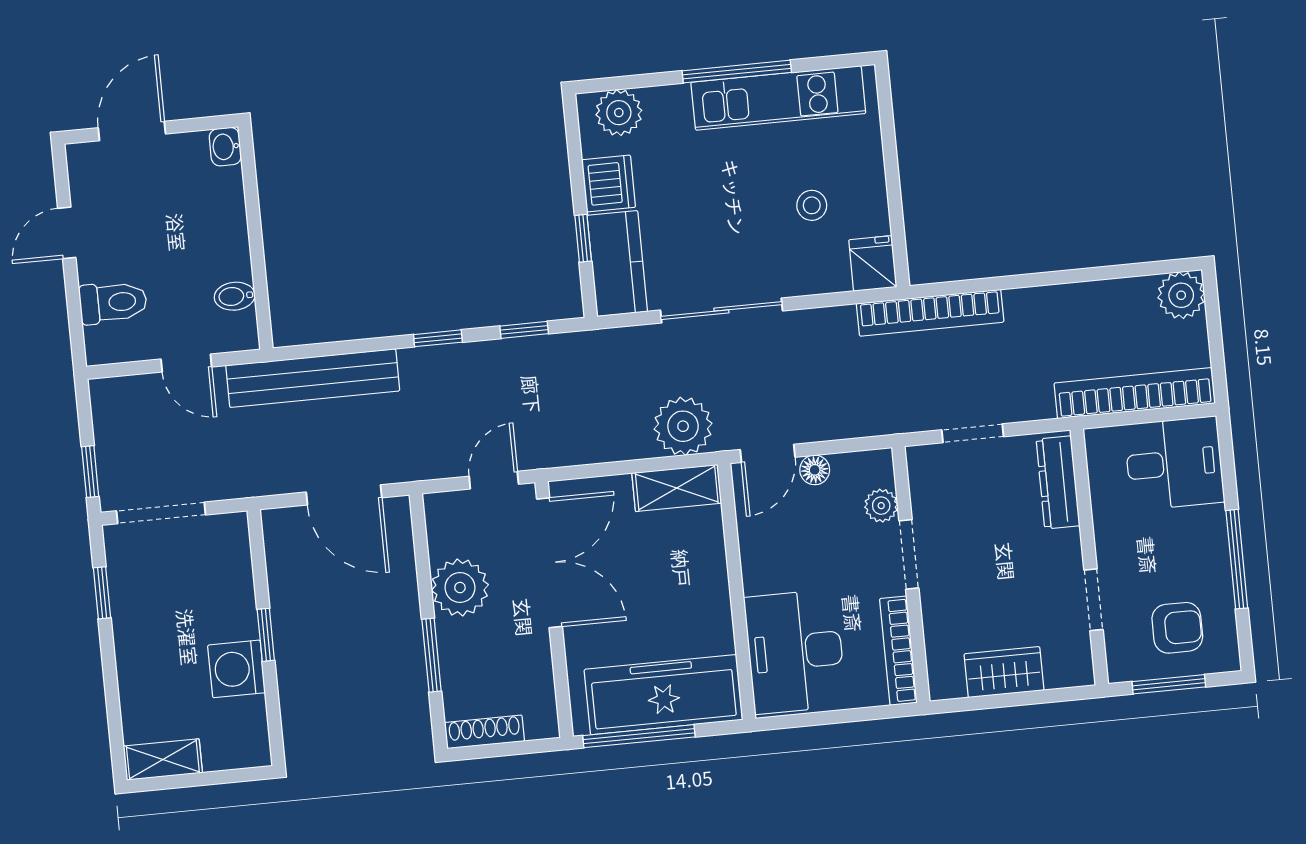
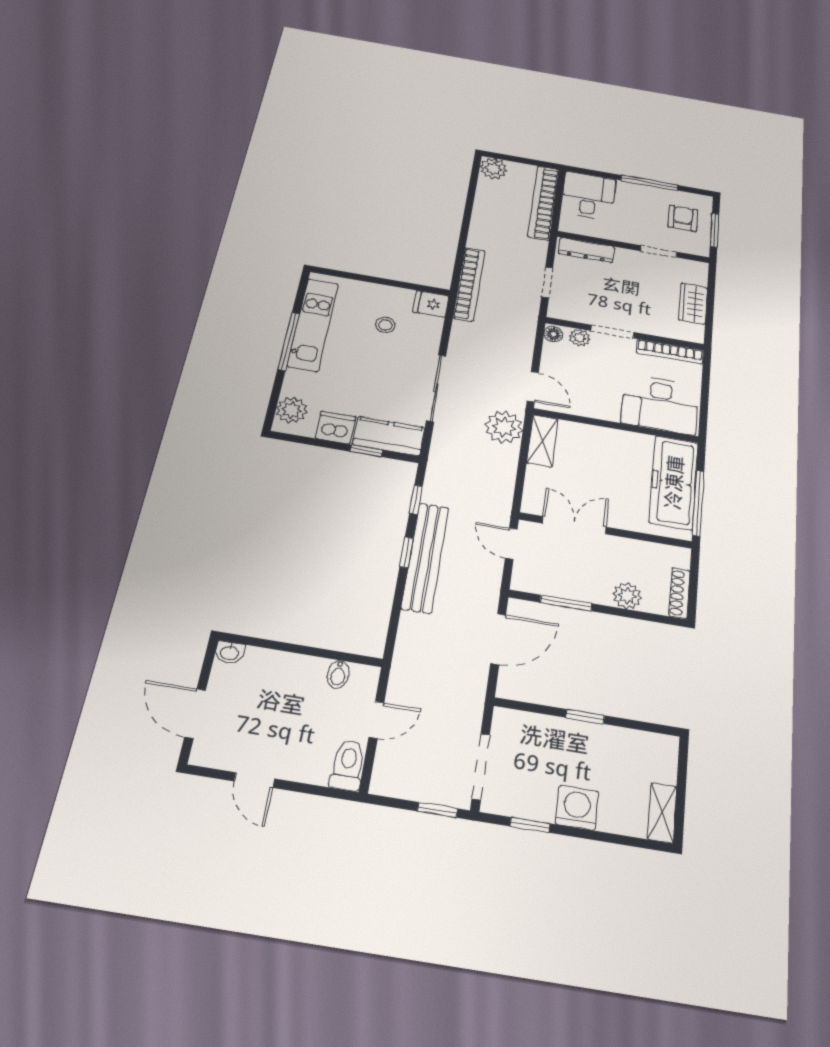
toilet: (113, 302) -> (348, 765), moved
bench: (313, 378) -> (425, 557), moved
floor lamp: (815, 470) -> (553, 334), moved
double door: (549, 563) -> (574, 525), width x0.73
plant: (460, 588) -> (627, 596), moved, width x0.73, depth x0.73
window: (432, 655) -> (566, 603), moved
washing machine: (236, 669) -> (577, 808), moved, turned 180

